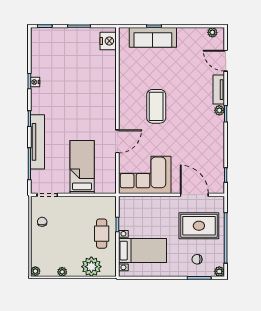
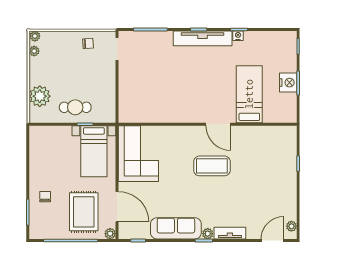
sofa: (153, 37) -> (176, 228), moved, turned 90
nightstand: (108, 41) -> (288, 83), moved, turned -90
door: (226, 61) -> (272, 240), moved
door: (117, 141) -> (218, 124), moved
tv unit: (37, 142) -> (203, 38), moved
bed: (82, 167) -> (249, 94), moved, turned -90
door: (194, 195) -> (117, 207), hinge flipped
bed with nightstands: (143, 251) -> (94, 151), moved
chair: (197, 259) -> (45, 197), moved
plant: (219, 271) -> (110, 234), moved
plant: (62, 272) -> (34, 51), moved

